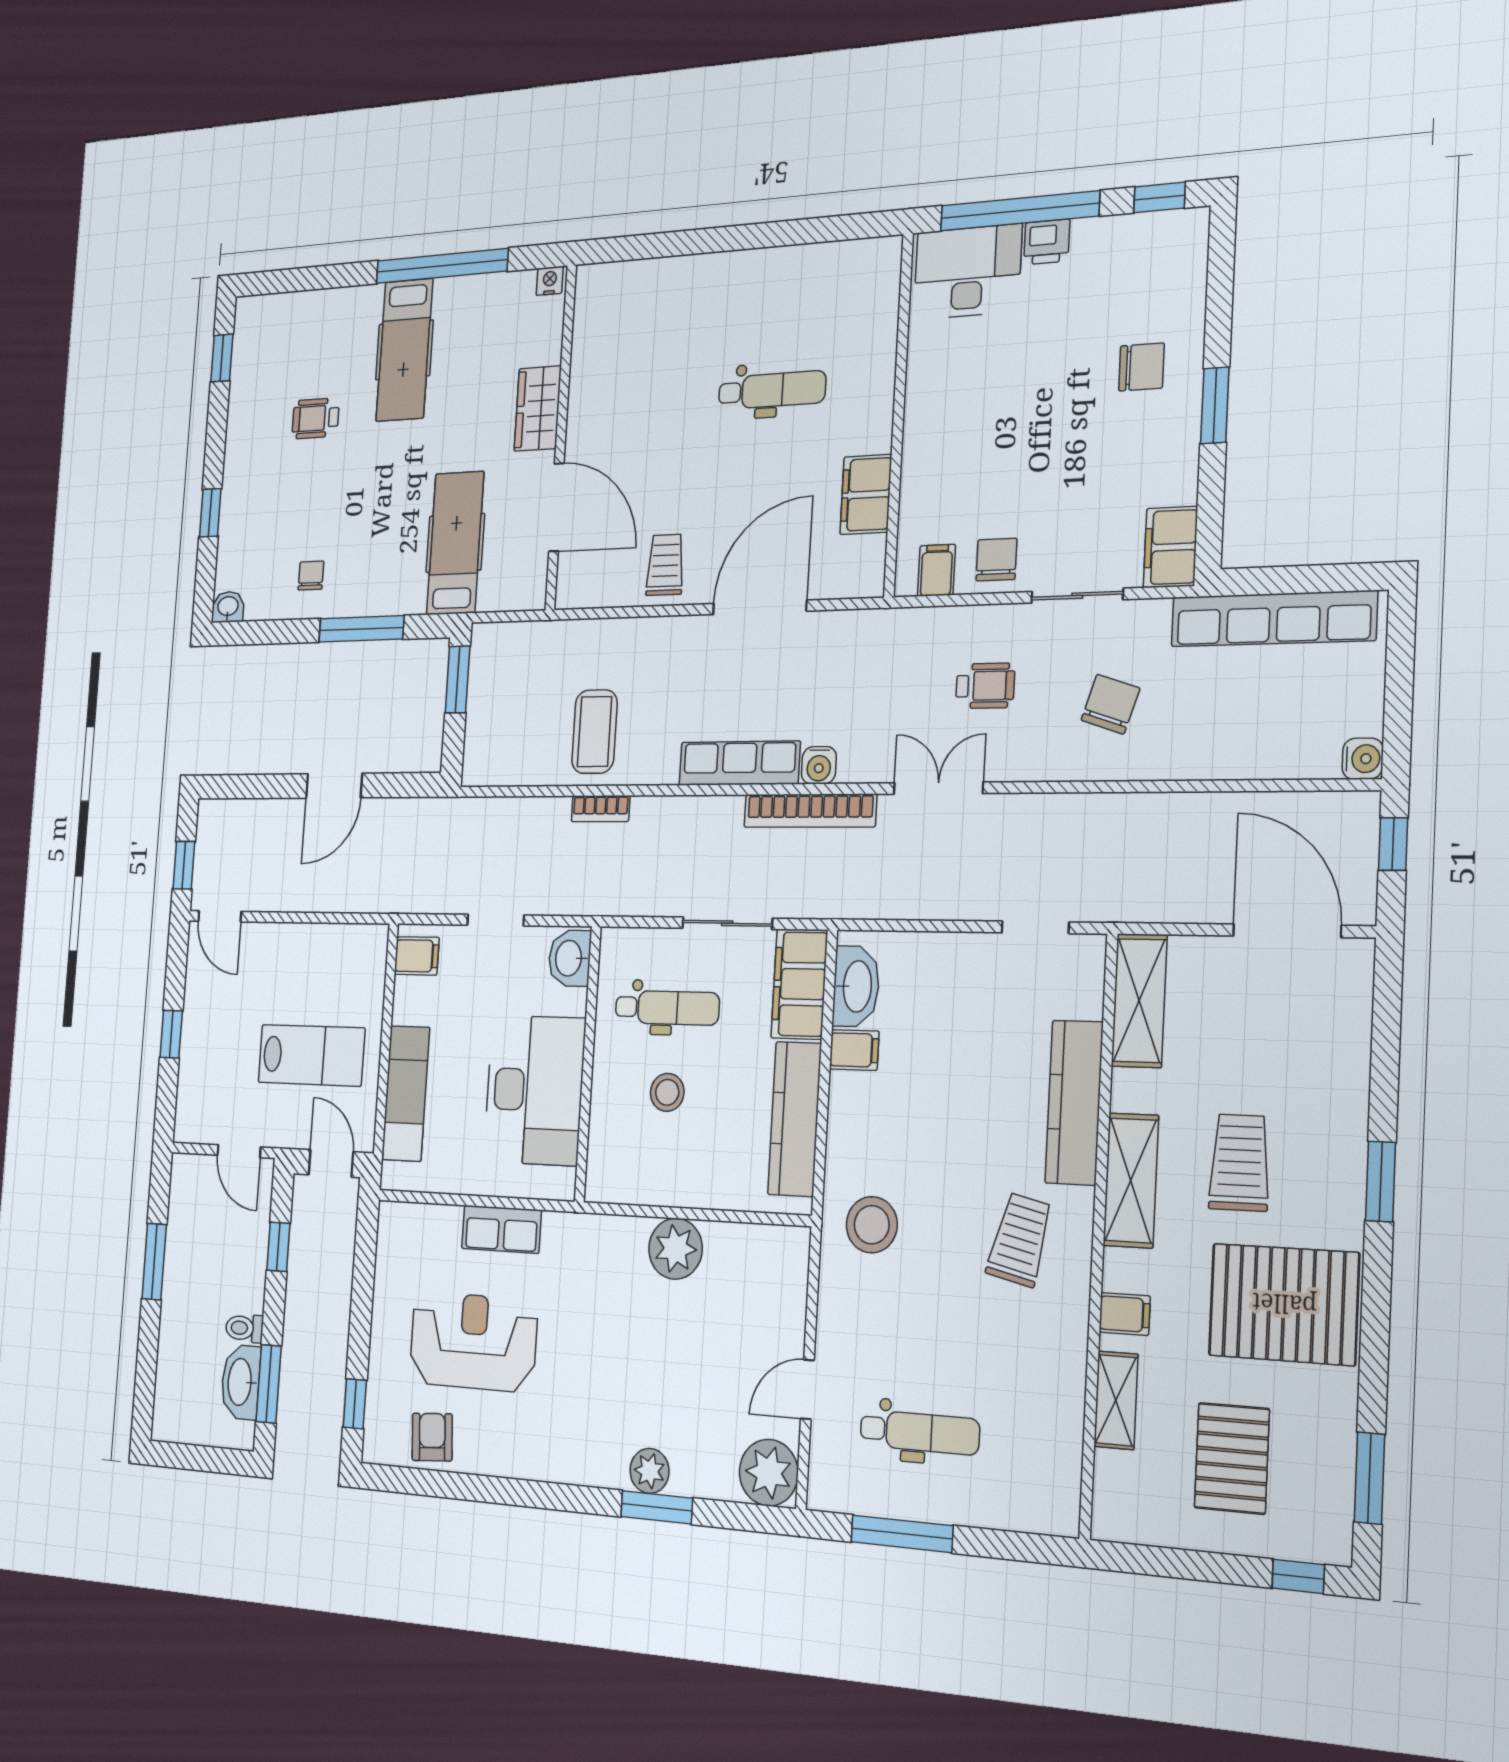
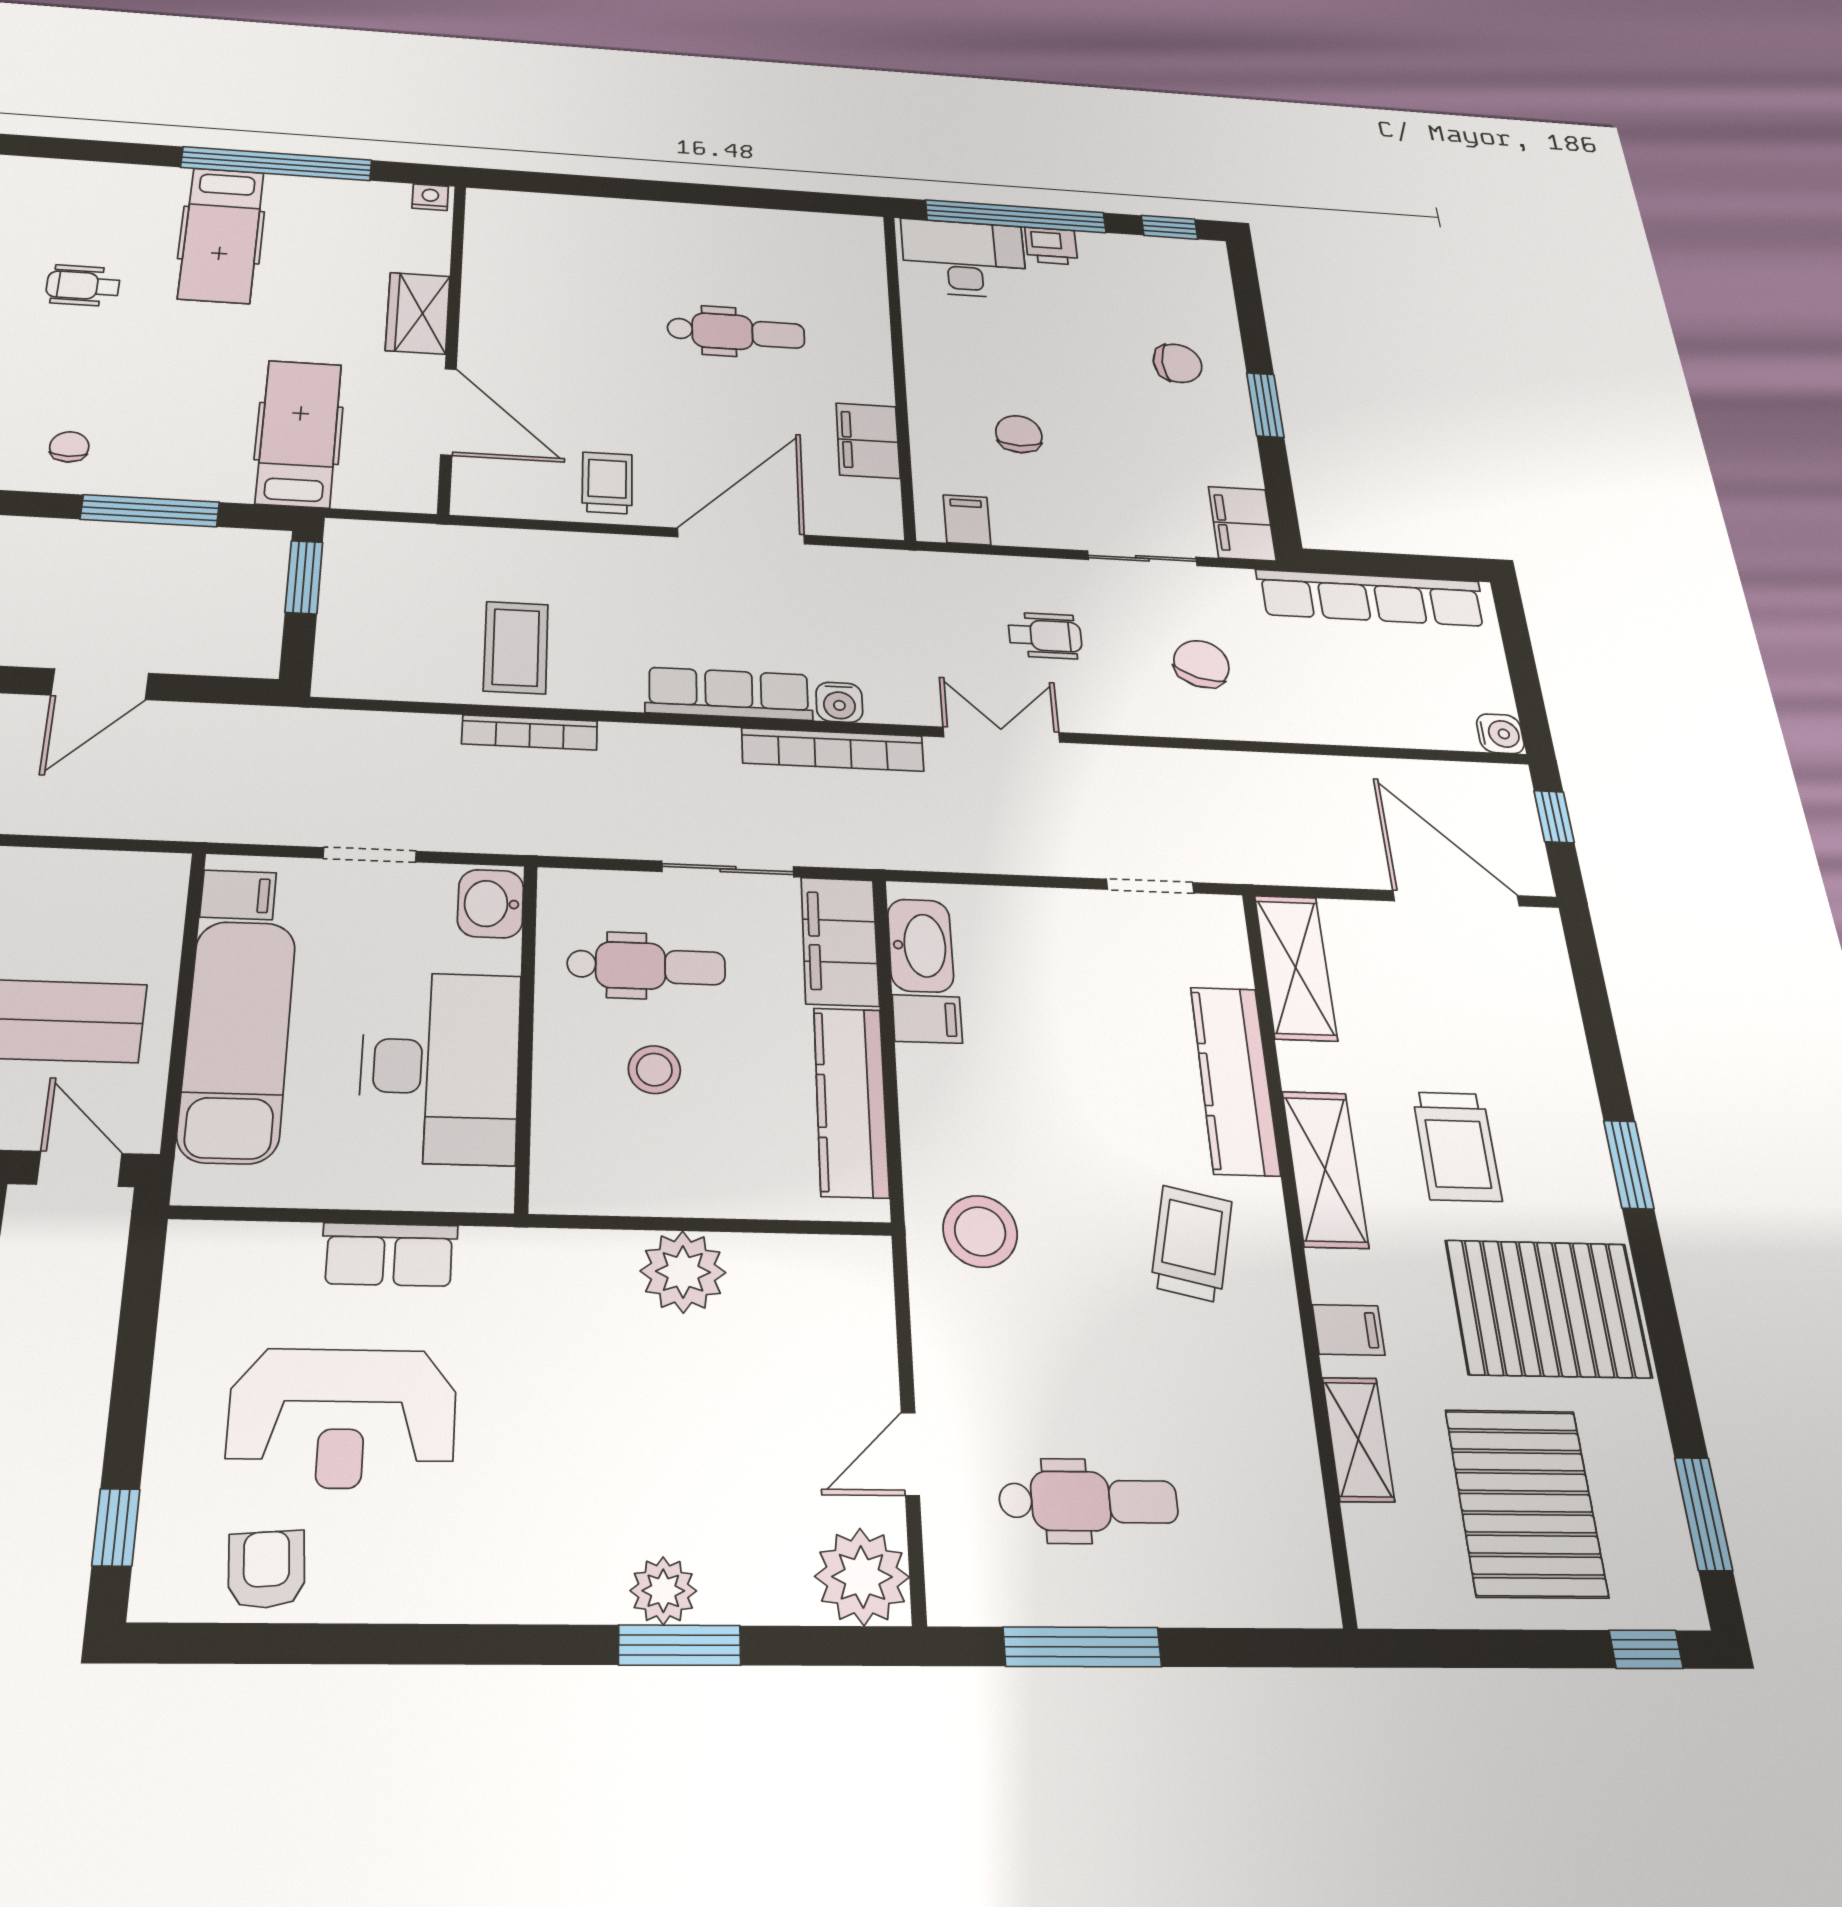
chair: (996, 560) -> (1019, 434), moved
bookcase: (601, 809) -> (530, 732), width x1.56
exam couch: (406, 1093) -> (237, 1040), width x1.36, depth x1.45
trolley: (1240, 1163) -> (1457, 1146), turned 180
reception desk: (473, 1342) -> (342, 1418), turned 180
pallet: (1232, 1458) -> (1526, 1503), width x1.37, depth x1.41

